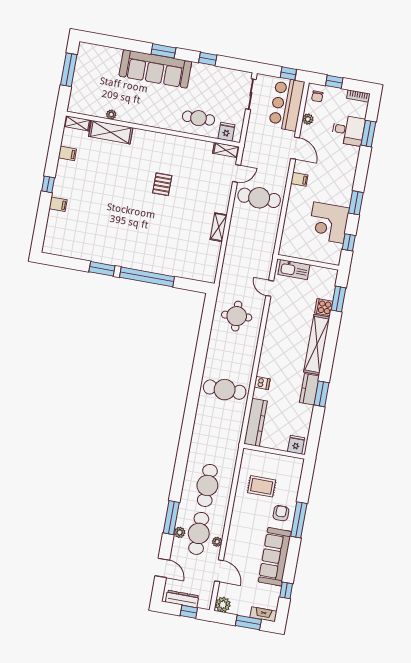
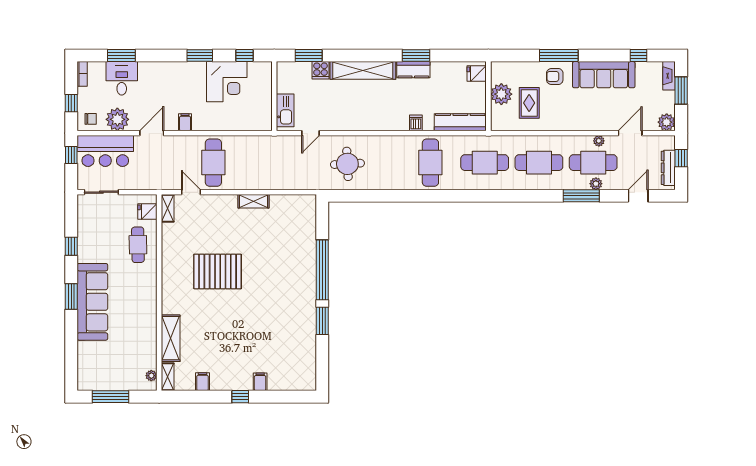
plant: (111, 115) -> (151, 376), moved
plant: (308, 119) -> (117, 119), width x1.88, depth x1.88
pallet: (162, 184) -> (218, 272), width x2.05, depth x2.00
cafe table: (216, 438) -> (485, 163), added
plant: (274, 463) -> (501, 94), added

